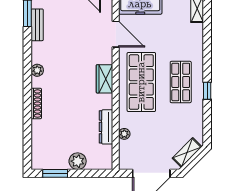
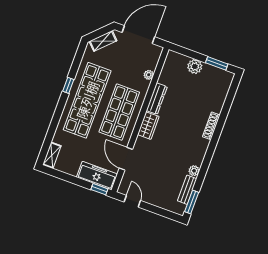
plant: (37, 70) -> (194, 171), moved
shop shelf: (181, 82) -> (87, 100), width x2.00, depth x1.36
dresser: (106, 127) -> (157, 99), moved

